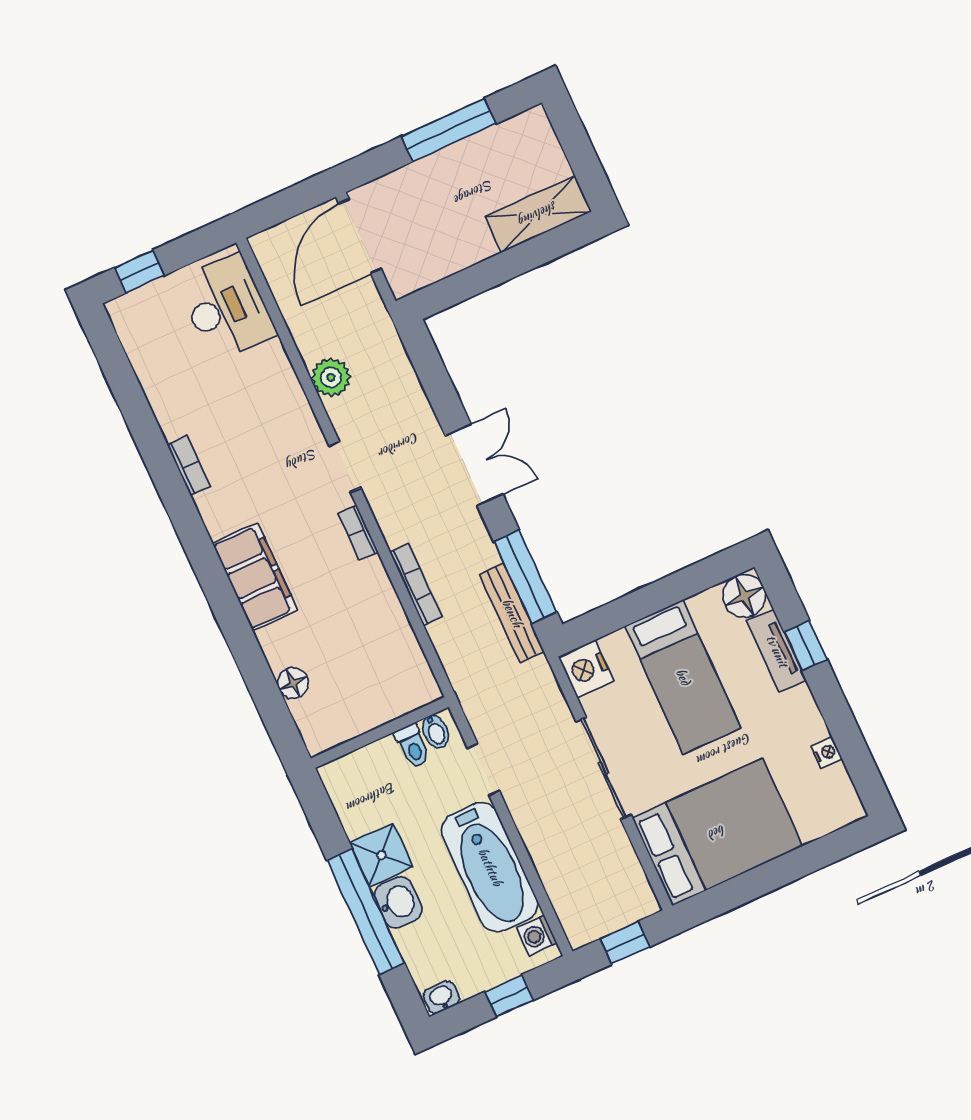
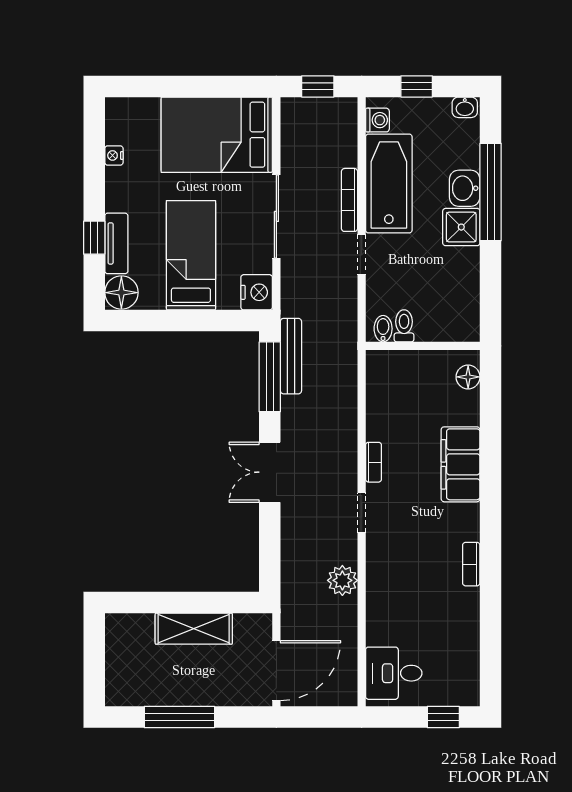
shelving: (538, 214) -> (194, 629), moved
desk: (226, 308) -> (394, 673), width x0.73
bookcase: (416, 585) -> (349, 200), moved
bidet: (436, 731) -> (383, 329), moved
wall: (380, 733) -> (423, 346), moved
toilet: (413, 746) -> (404, 326), moved

